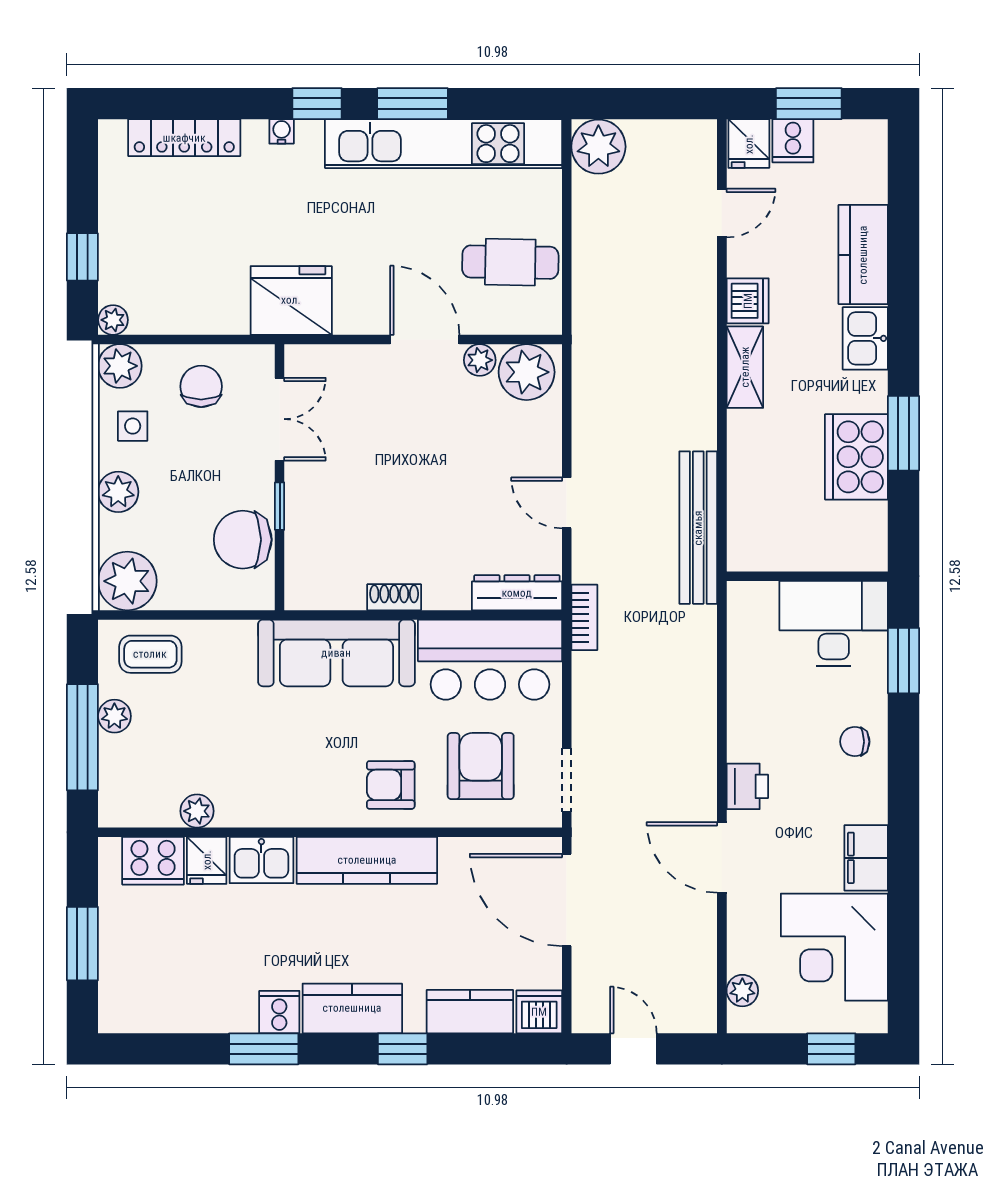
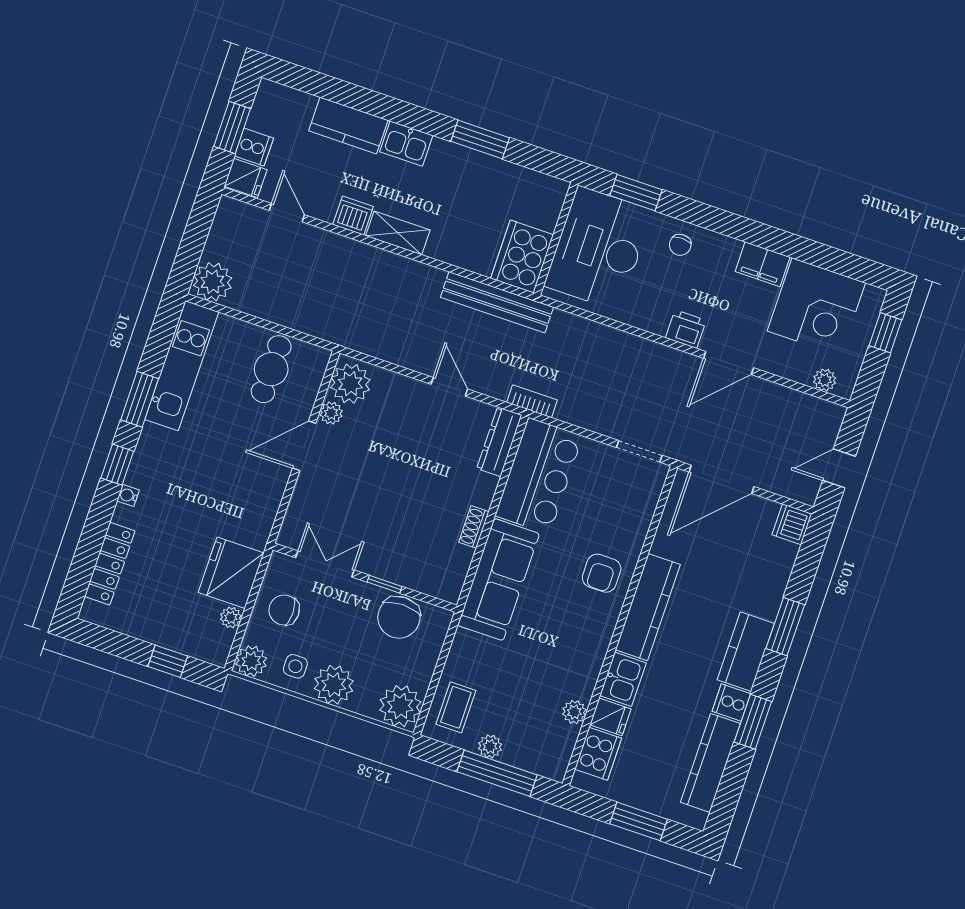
kitchen unit: (443, 144) -> (182, 366), width x0.73
fridge: (291, 300) -> (231, 573), moved
plant: (113, 320) -> (231, 617), moved
cooker: (856, 457) -> (522, 256), moved, turned 90
plant: (118, 492) -> (334, 685), width x1.36, depth x1.36
door: (567, 503) -> (449, 387), swing flipped
desk: (834, 624) -> (598, 248), width x1.36, depth x1.30
armchair: (481, 766) -> (610, 507), removed
kitchen counter: (470, 1012) -> (710, 763), moved, width x1.50
window: (403, 1049) -> (785, 627), width x1.50

